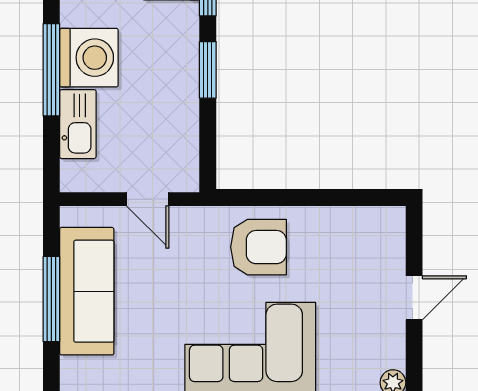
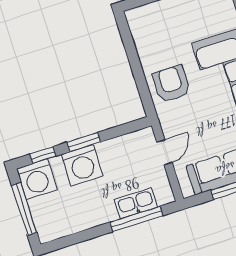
washing machine: (89, 58) -> (82, 165), moved, turned 180
window: (51, 70) -> (136, 219), moved

